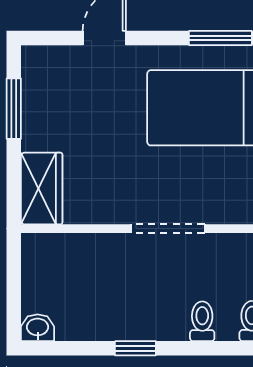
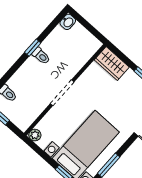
toilet: (202, 321) -> (41, 56), moved

